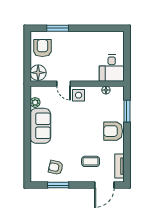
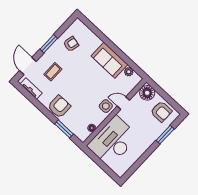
desk: (112, 68) -> (113, 141), width x1.87, depth x1.30
window: (58, 185) -> (49, 44), moved

